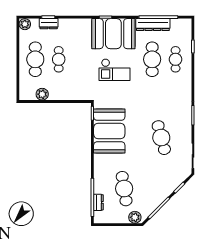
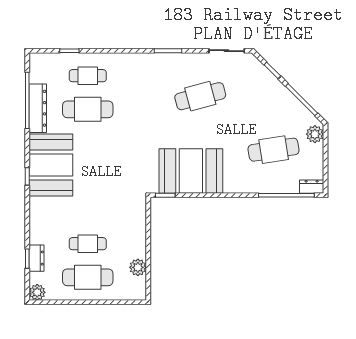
checkout: (115, 70) -> (103, 163), removed
dresser: (98, 202) -> (312, 187), moved

